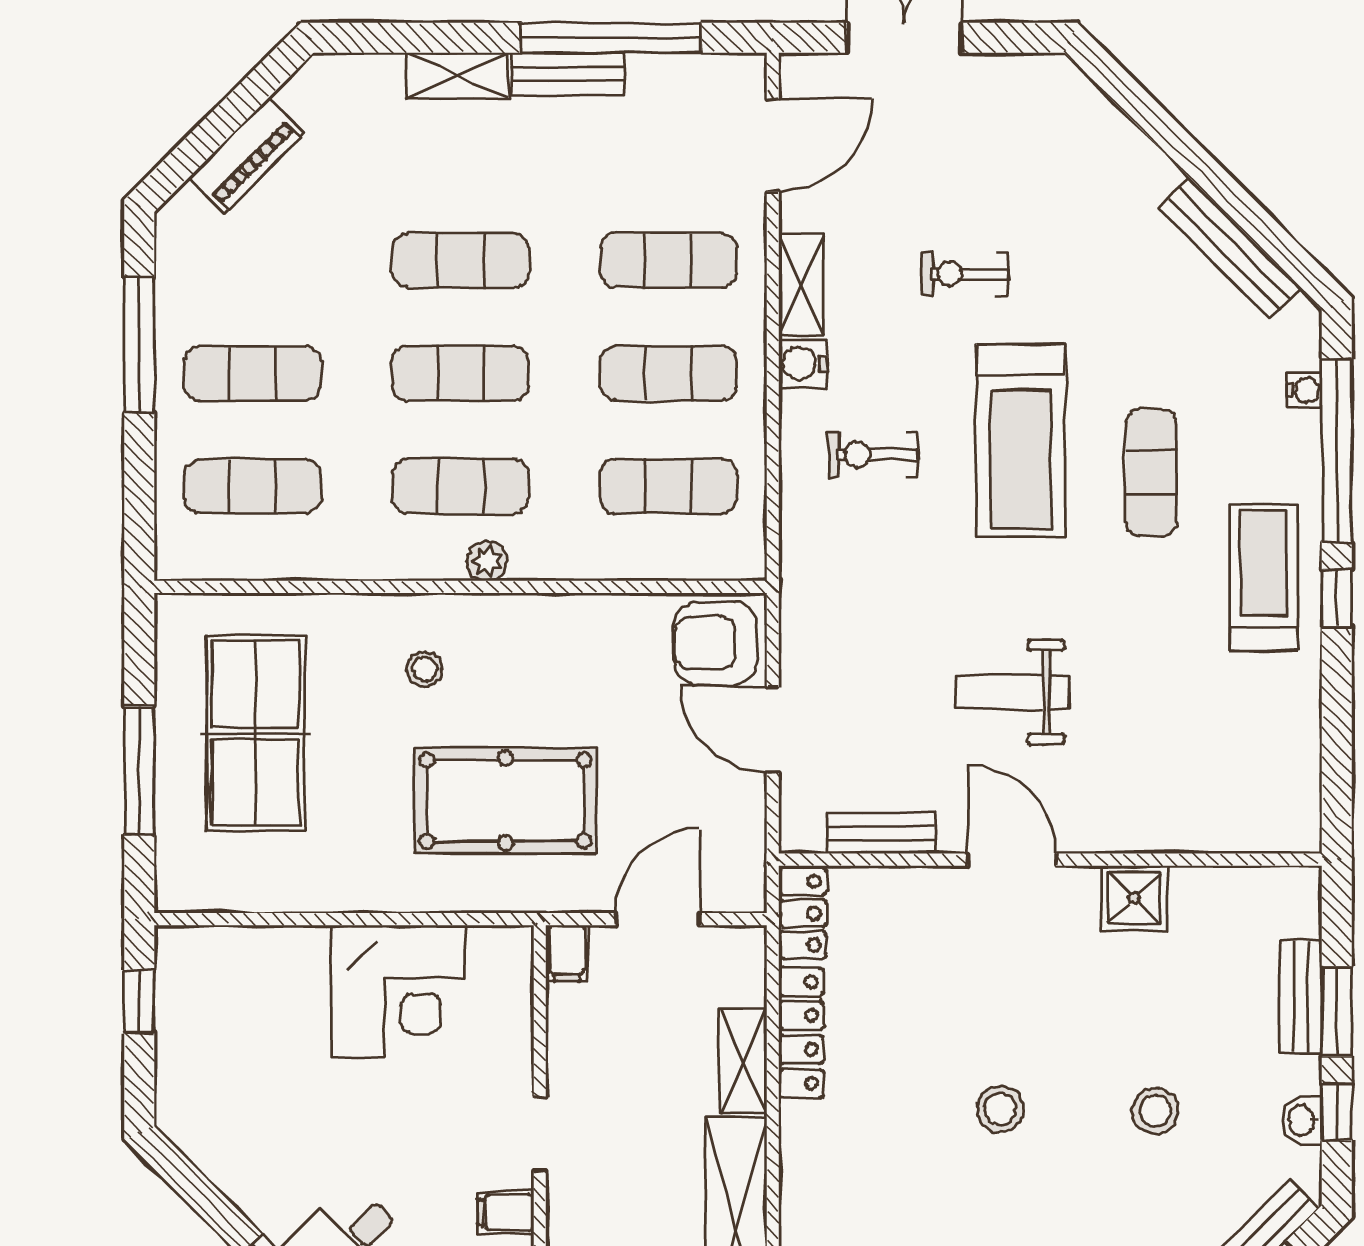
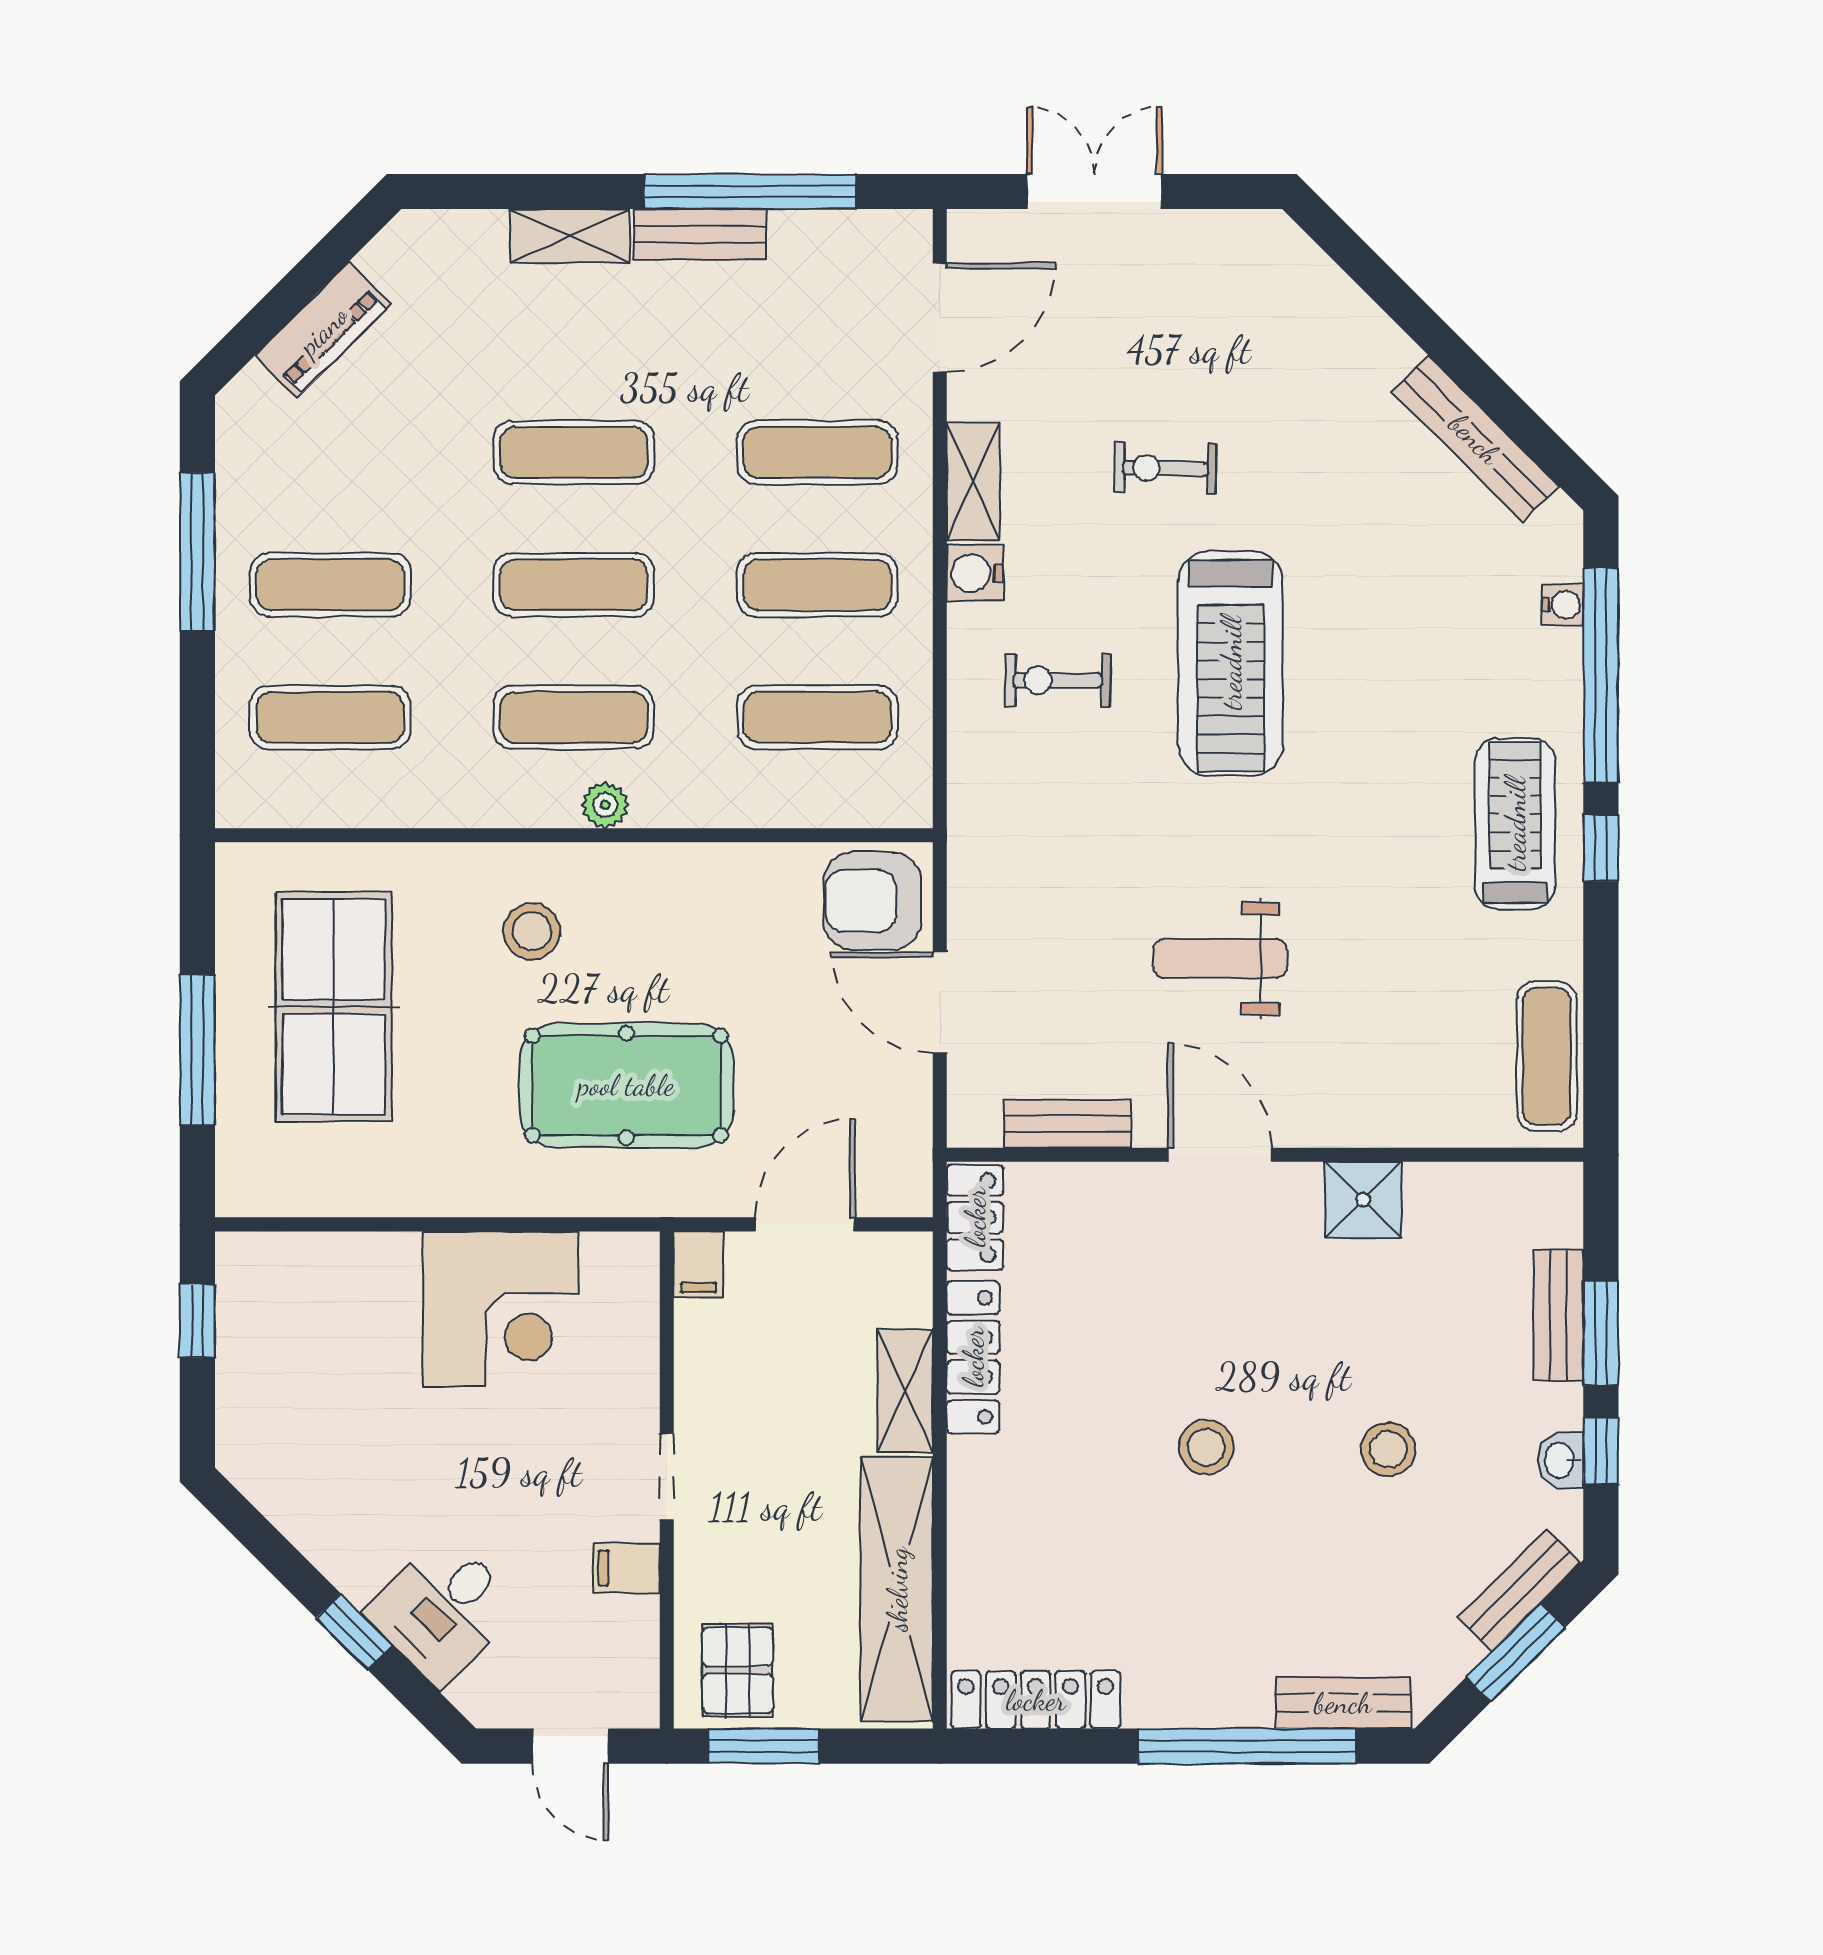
exercise mat: (1151, 473) -> (1547, 1056), moved
stool: (425, 669) -> (532, 931), width x1.37, depth x1.37

